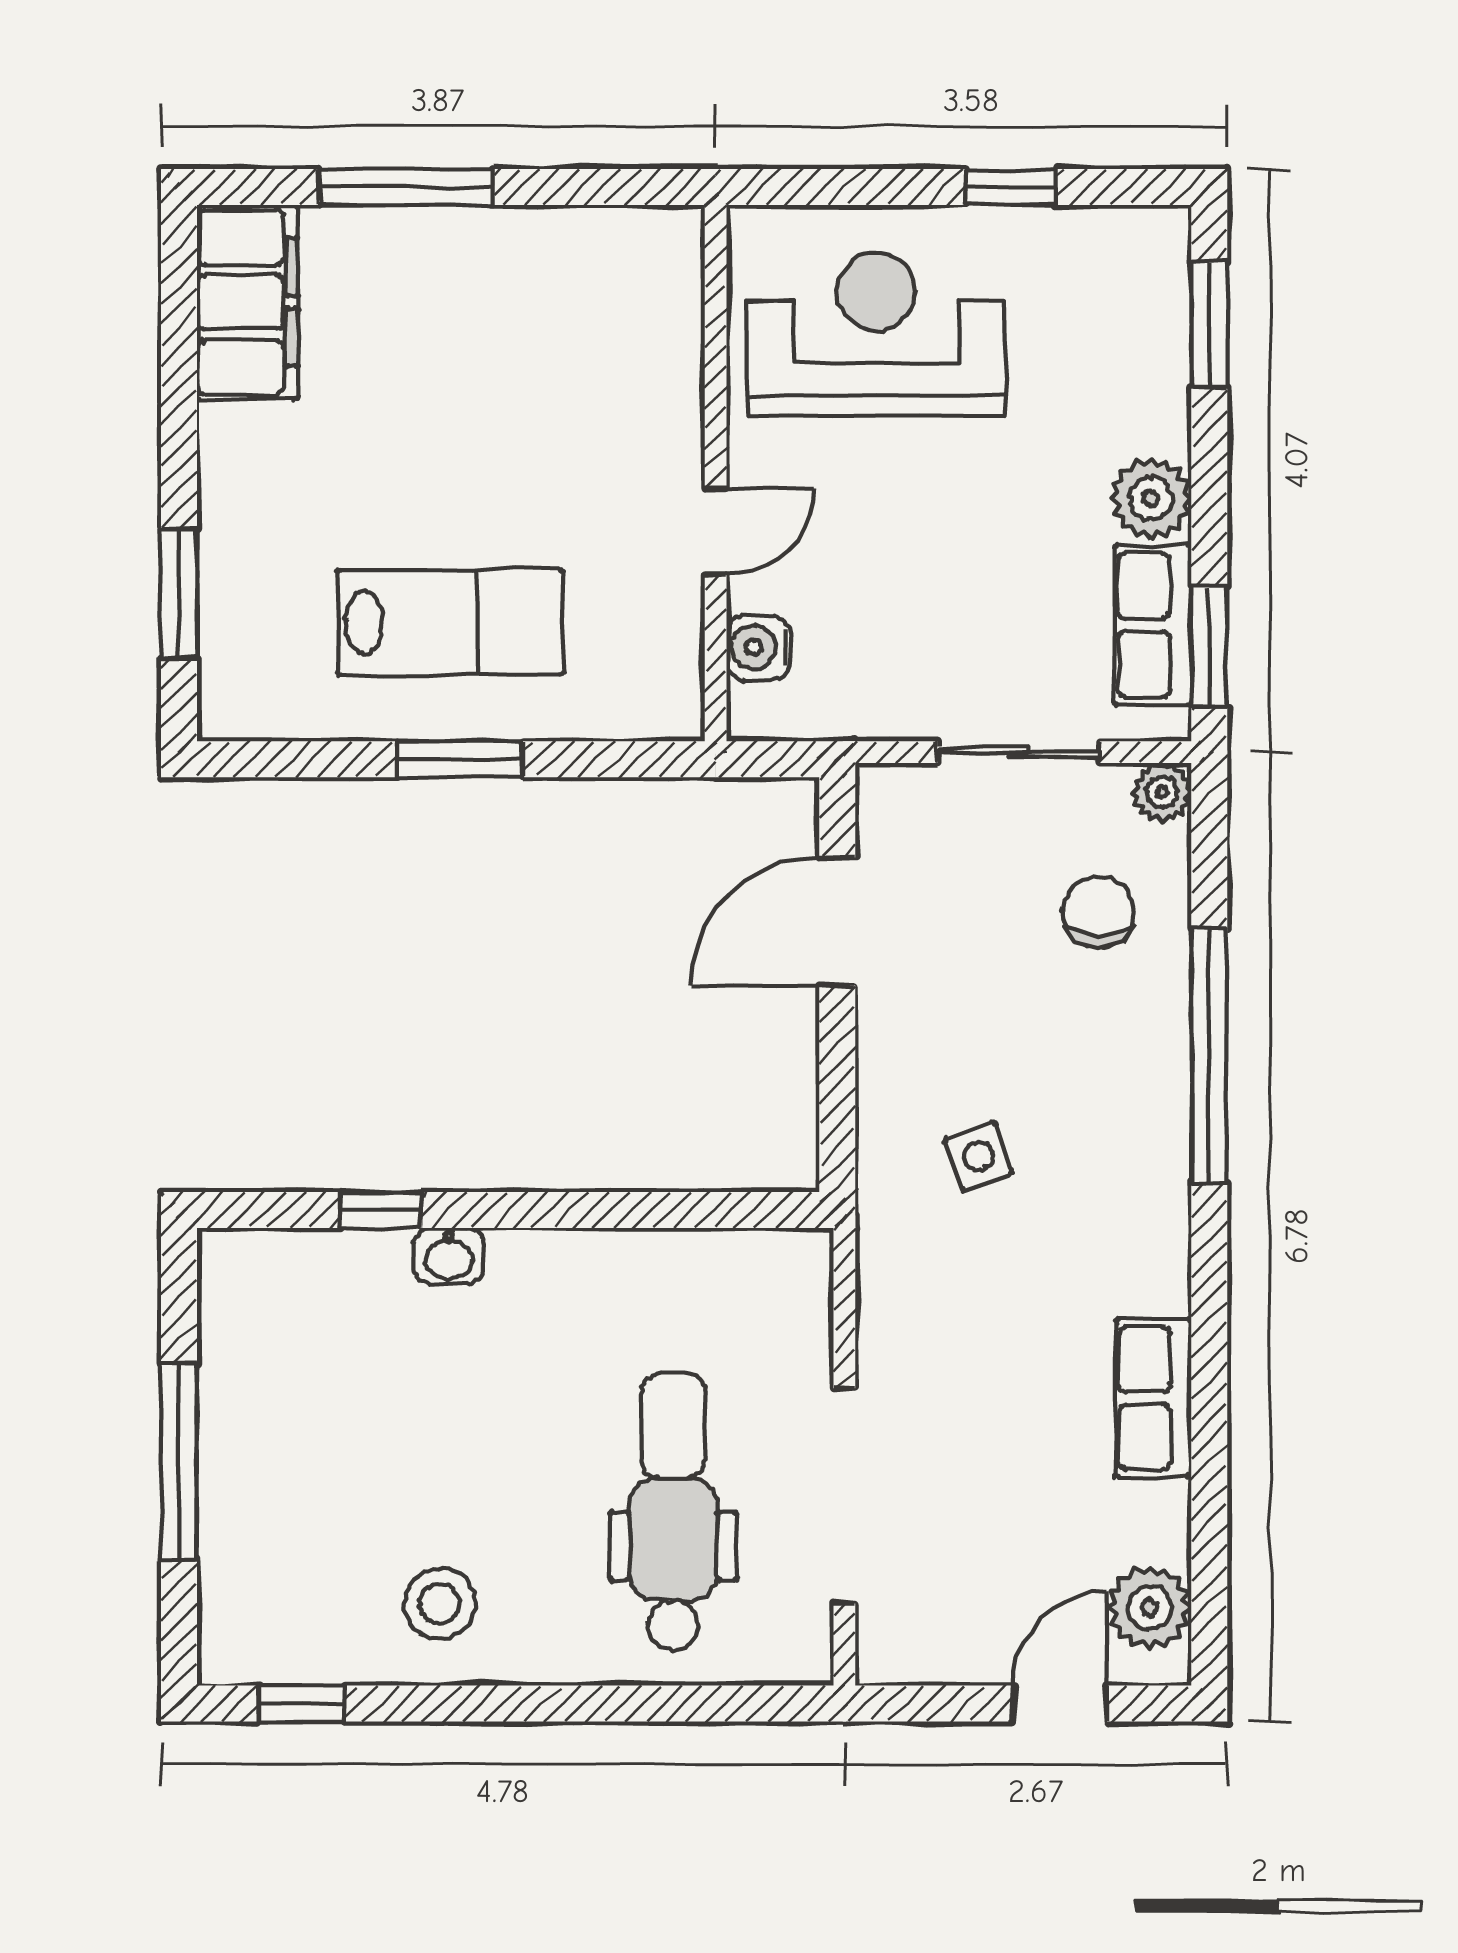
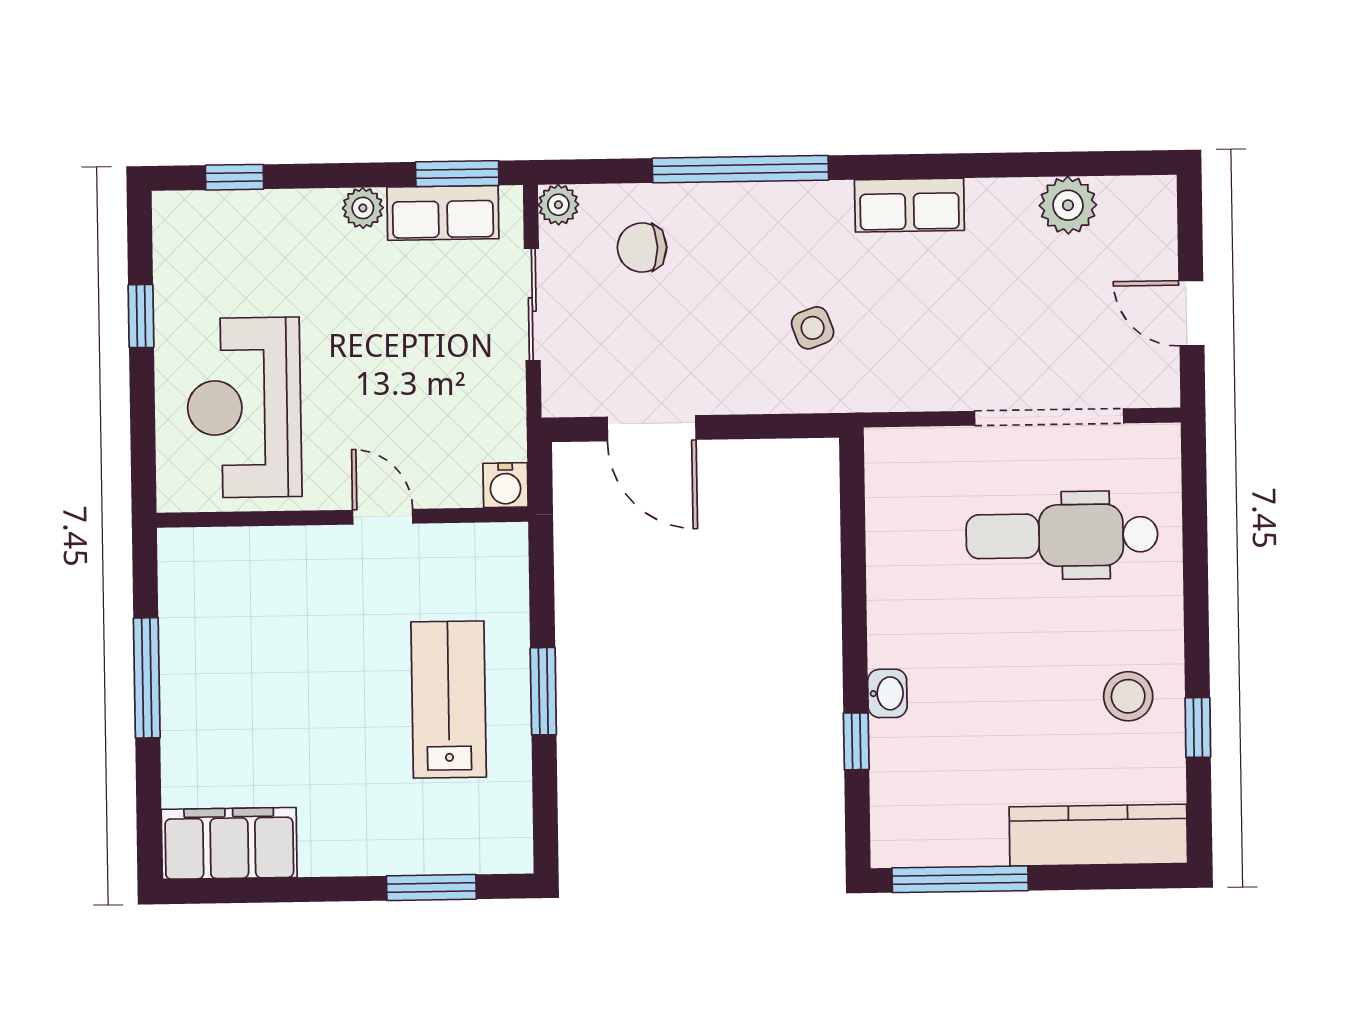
window: (406, 187) -> (147, 678), moved
window: (1209, 325) -> (234, 177), width x0.67
plant: (1151, 499) -> (363, 208), width x0.73, depth x0.73
water cooler: (758, 647) -> (505, 485), moved
row of seats: (1154, 1398) -> (909, 205), moved
window: (179, 1462) -> (960, 879), moved
kitchen counter: (240, 1557) -> (1098, 835), added
plant: (1150, 1608) -> (1068, 205), moved
window: (302, 1704) -> (1198, 727), moved
door: (1060, 1704) -> (1191, 313), moved

